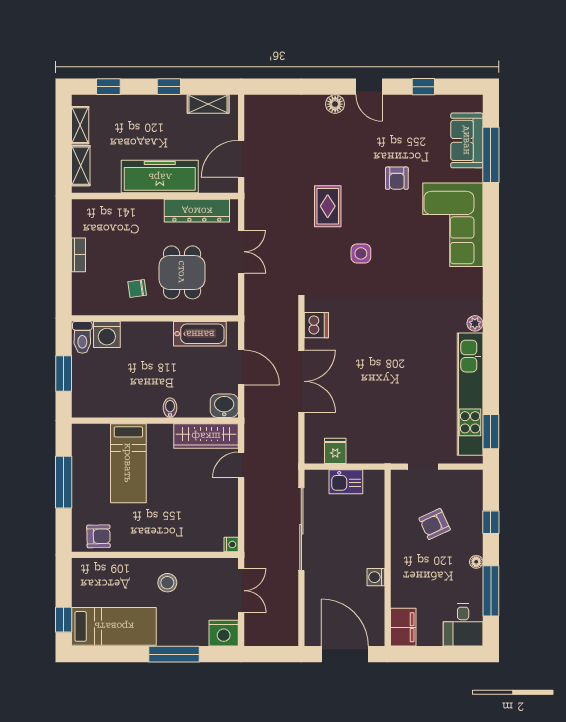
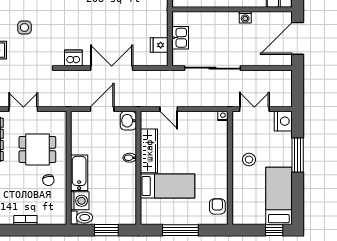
bathtub: (200, 334) -> (79, 173), moved
wardrobe: (206, 436) -> (149, 151), moved

